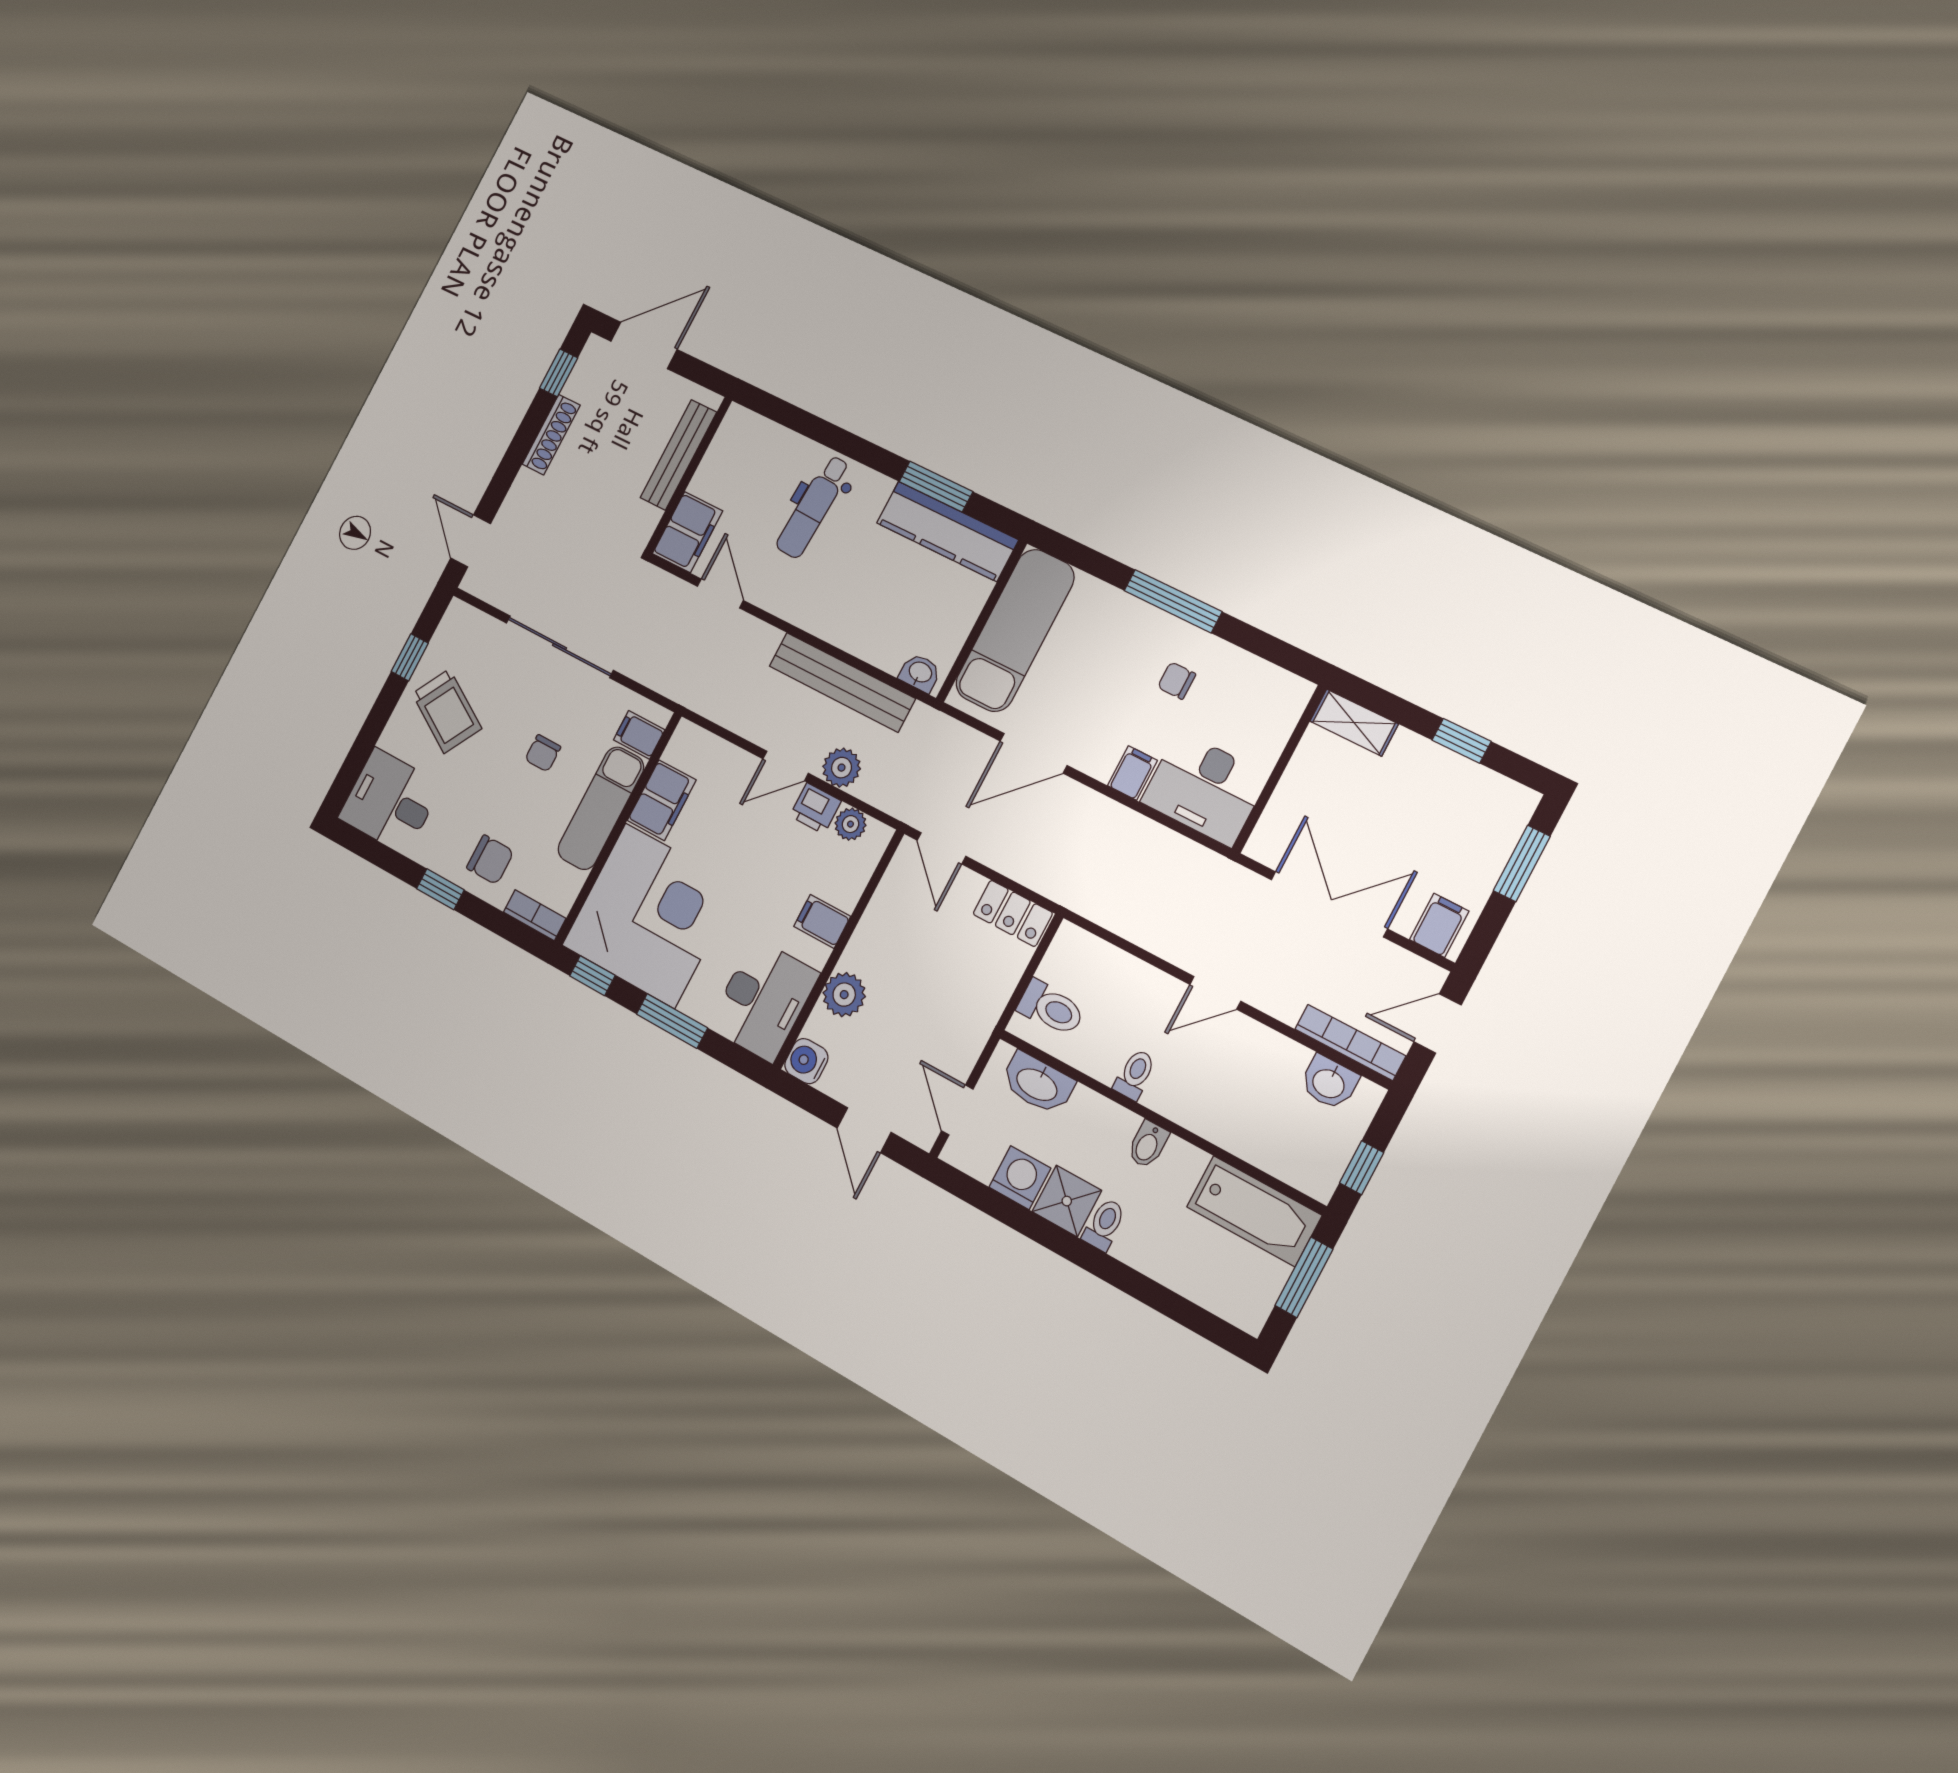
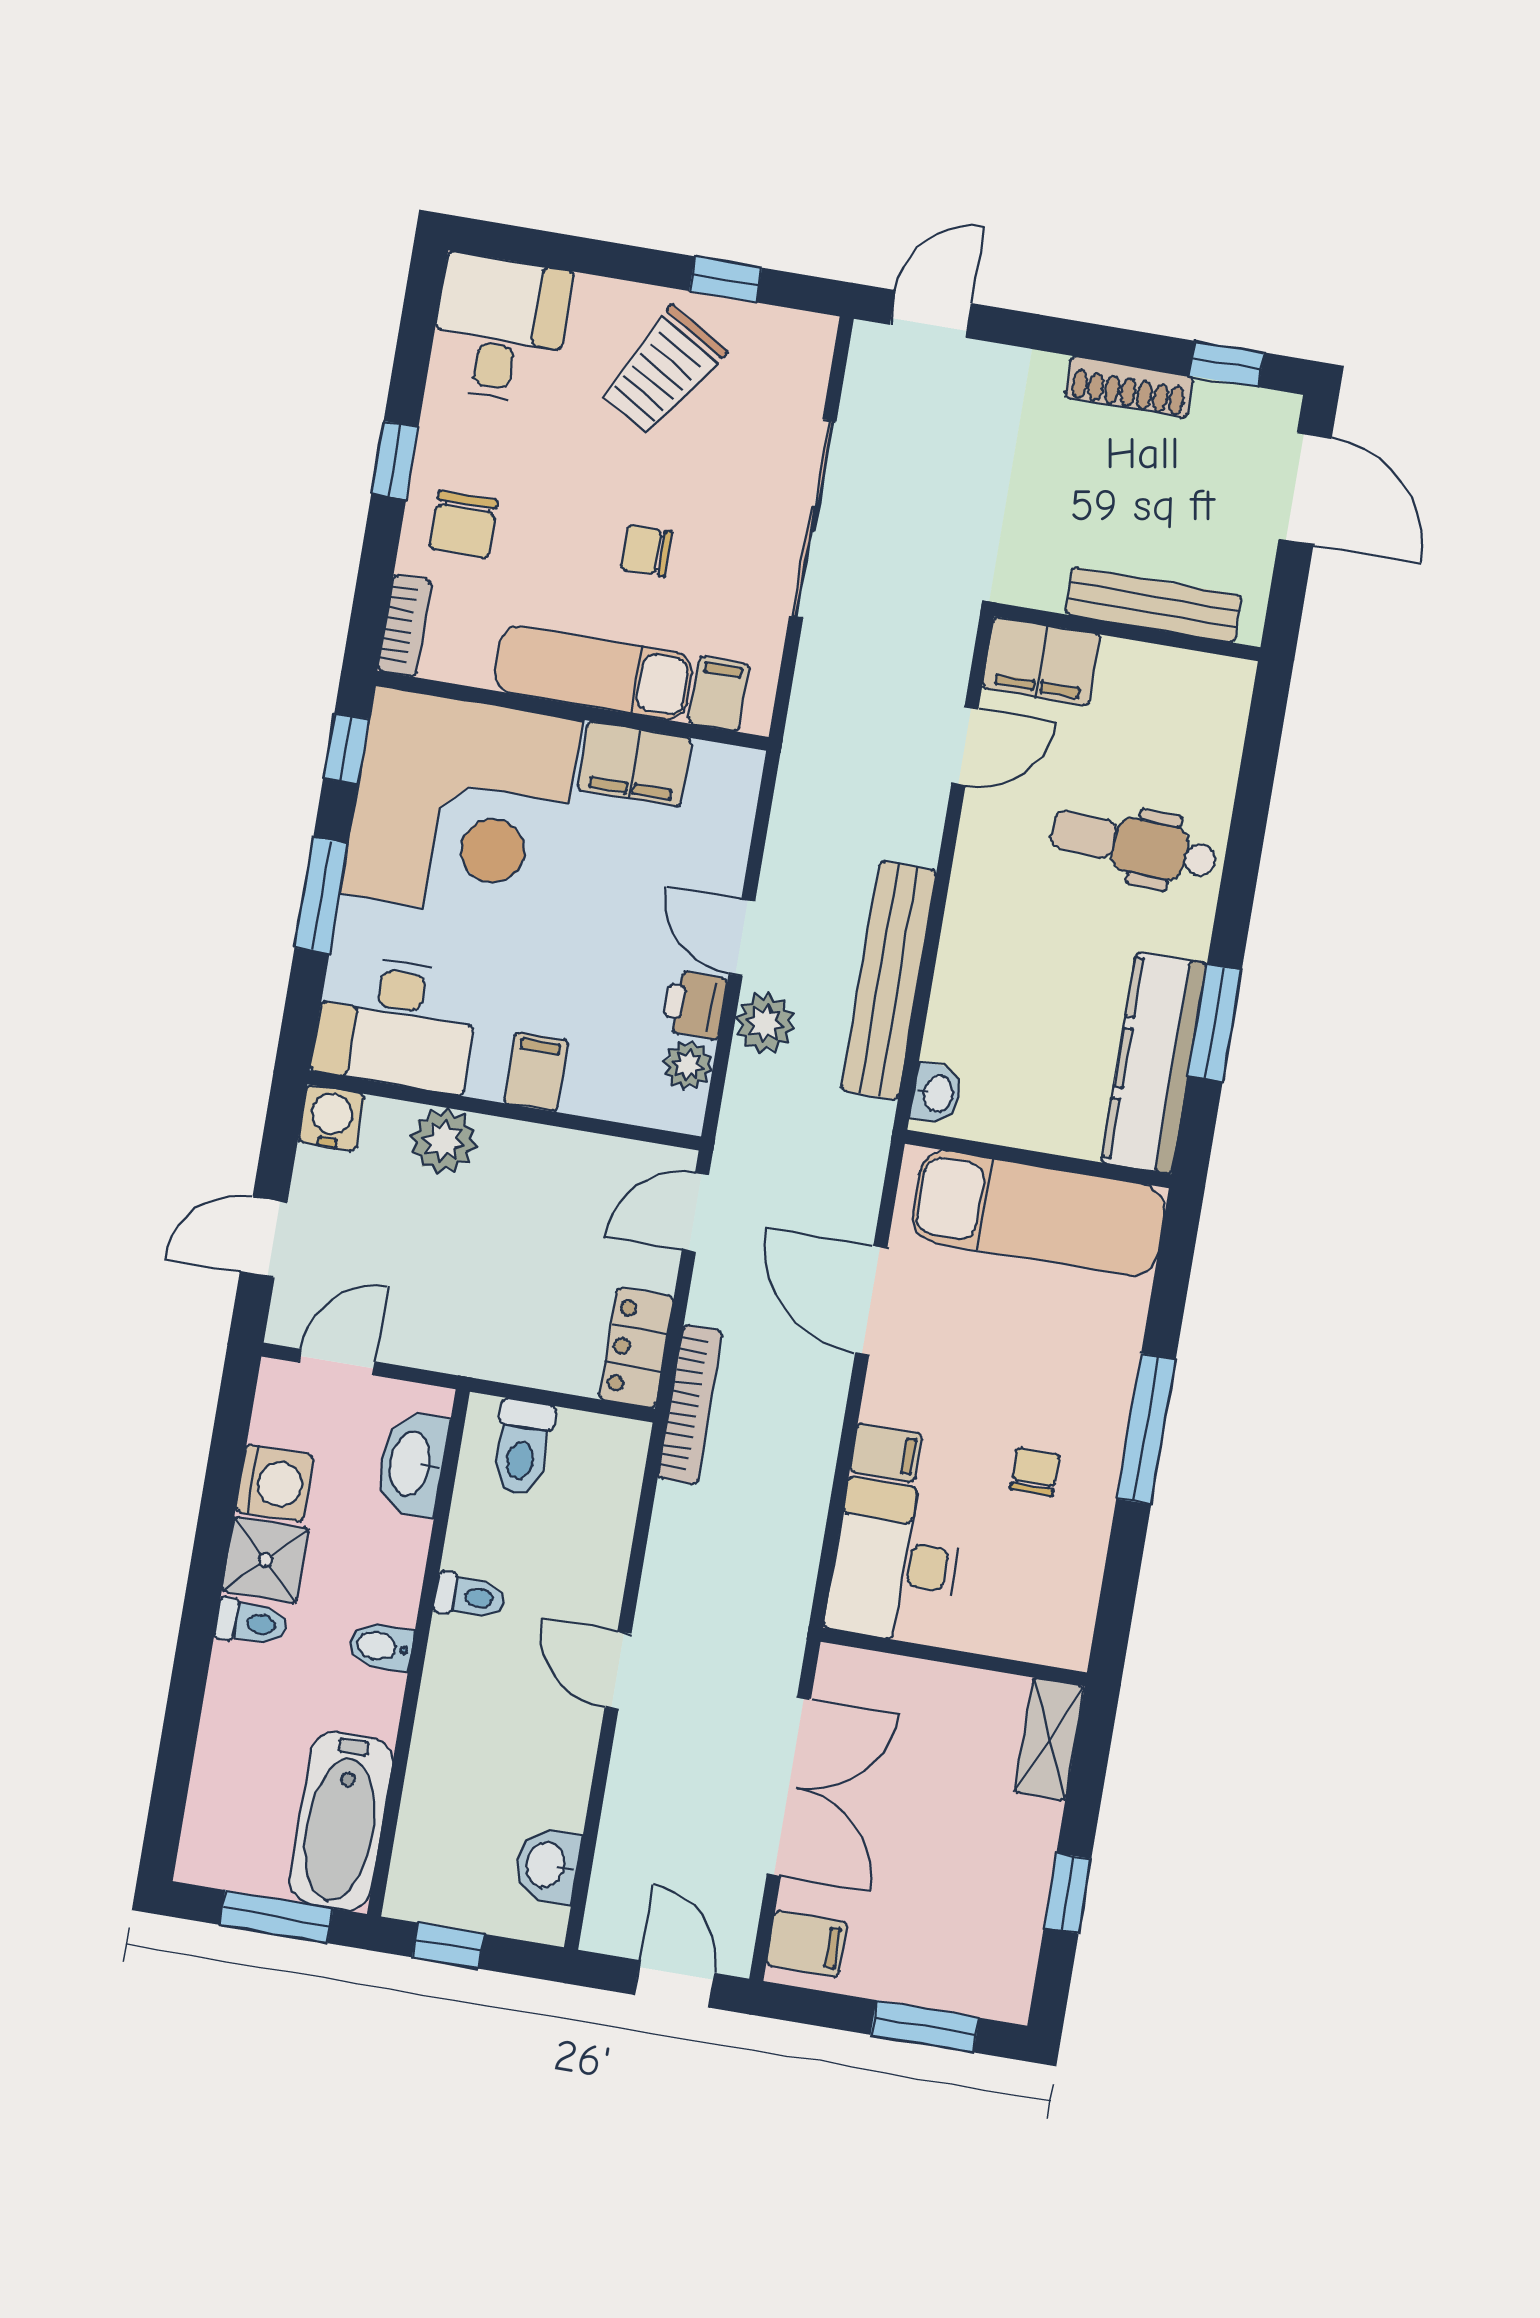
bookcase: (1350, 1042) -> (690, 1405), moved

